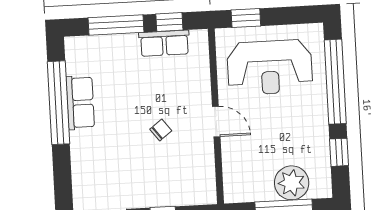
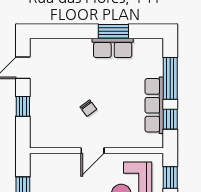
row of seats: (164, 43) -> (154, 105), width x1.48
window: (58, 103) -> (113, 31), width x0.47

